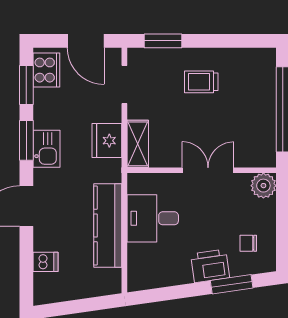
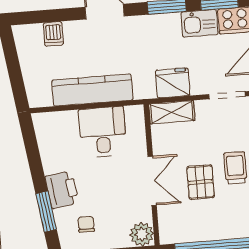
pallet: (213, 119) -> (201, 182), added
kitchen sink: (46, 149) -> (199, 23), moved

